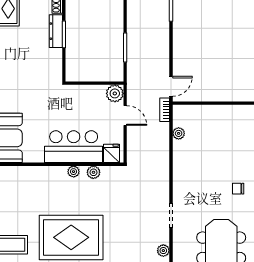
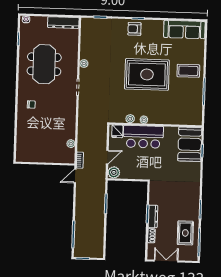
door: (125, 115) -> (107, 157), swing flipped

